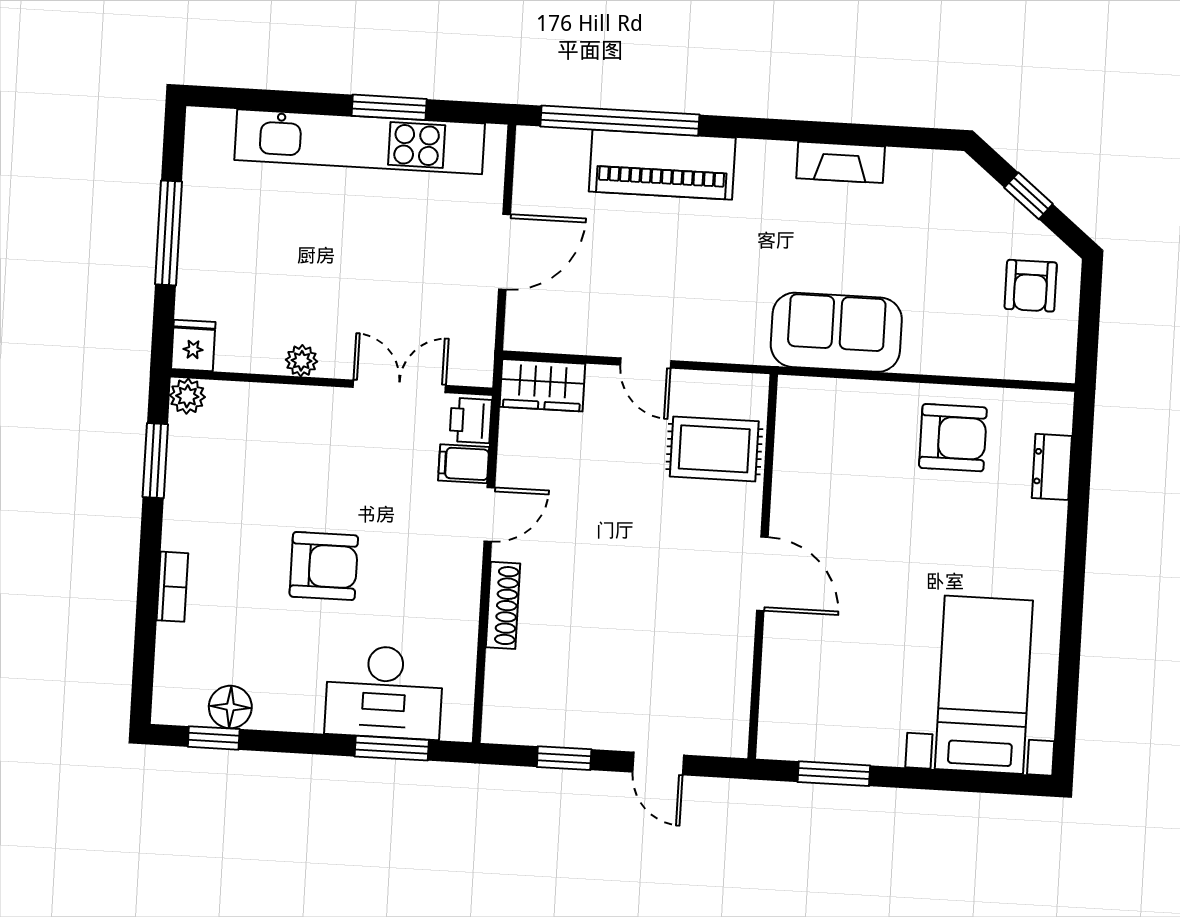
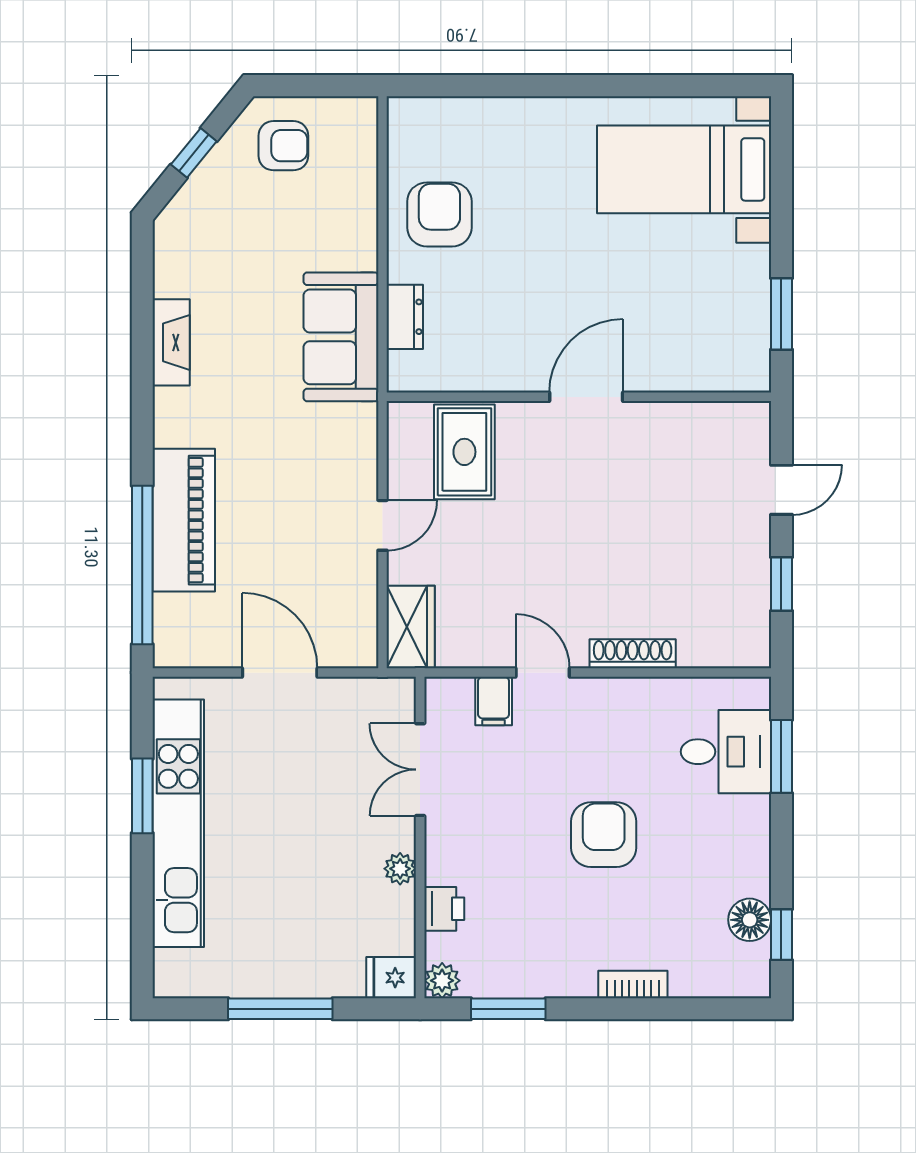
printer: (471, 420) -> (444, 909), moved, turned -90
dresser: (1052, 467) -> (405, 317), moved, turned -90
desk: (384, 692) -> (726, 752), width x0.73

